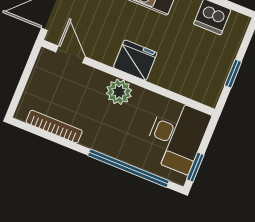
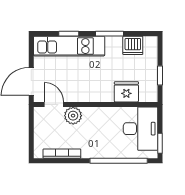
fridge: (135, 60) -> (126, 92), moved
plant: (119, 92) -> (73, 116), moved

